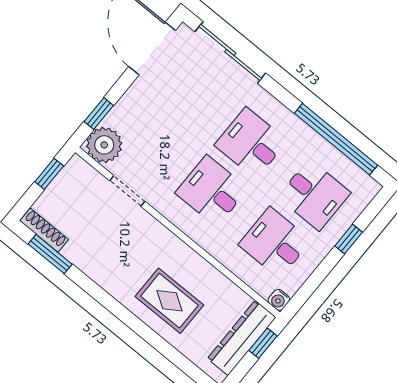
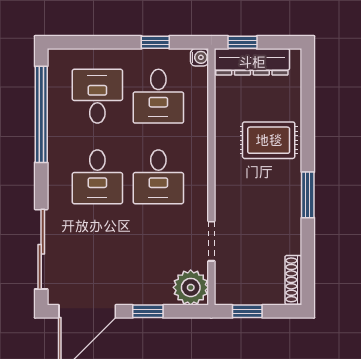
window: (99, 113) -> (148, 311), moved
window: (349, 239) -> (155, 42), moved
window: (50, 254) -> (308, 195), moved
rug: (169, 301) -> (269, 140), turned 90

